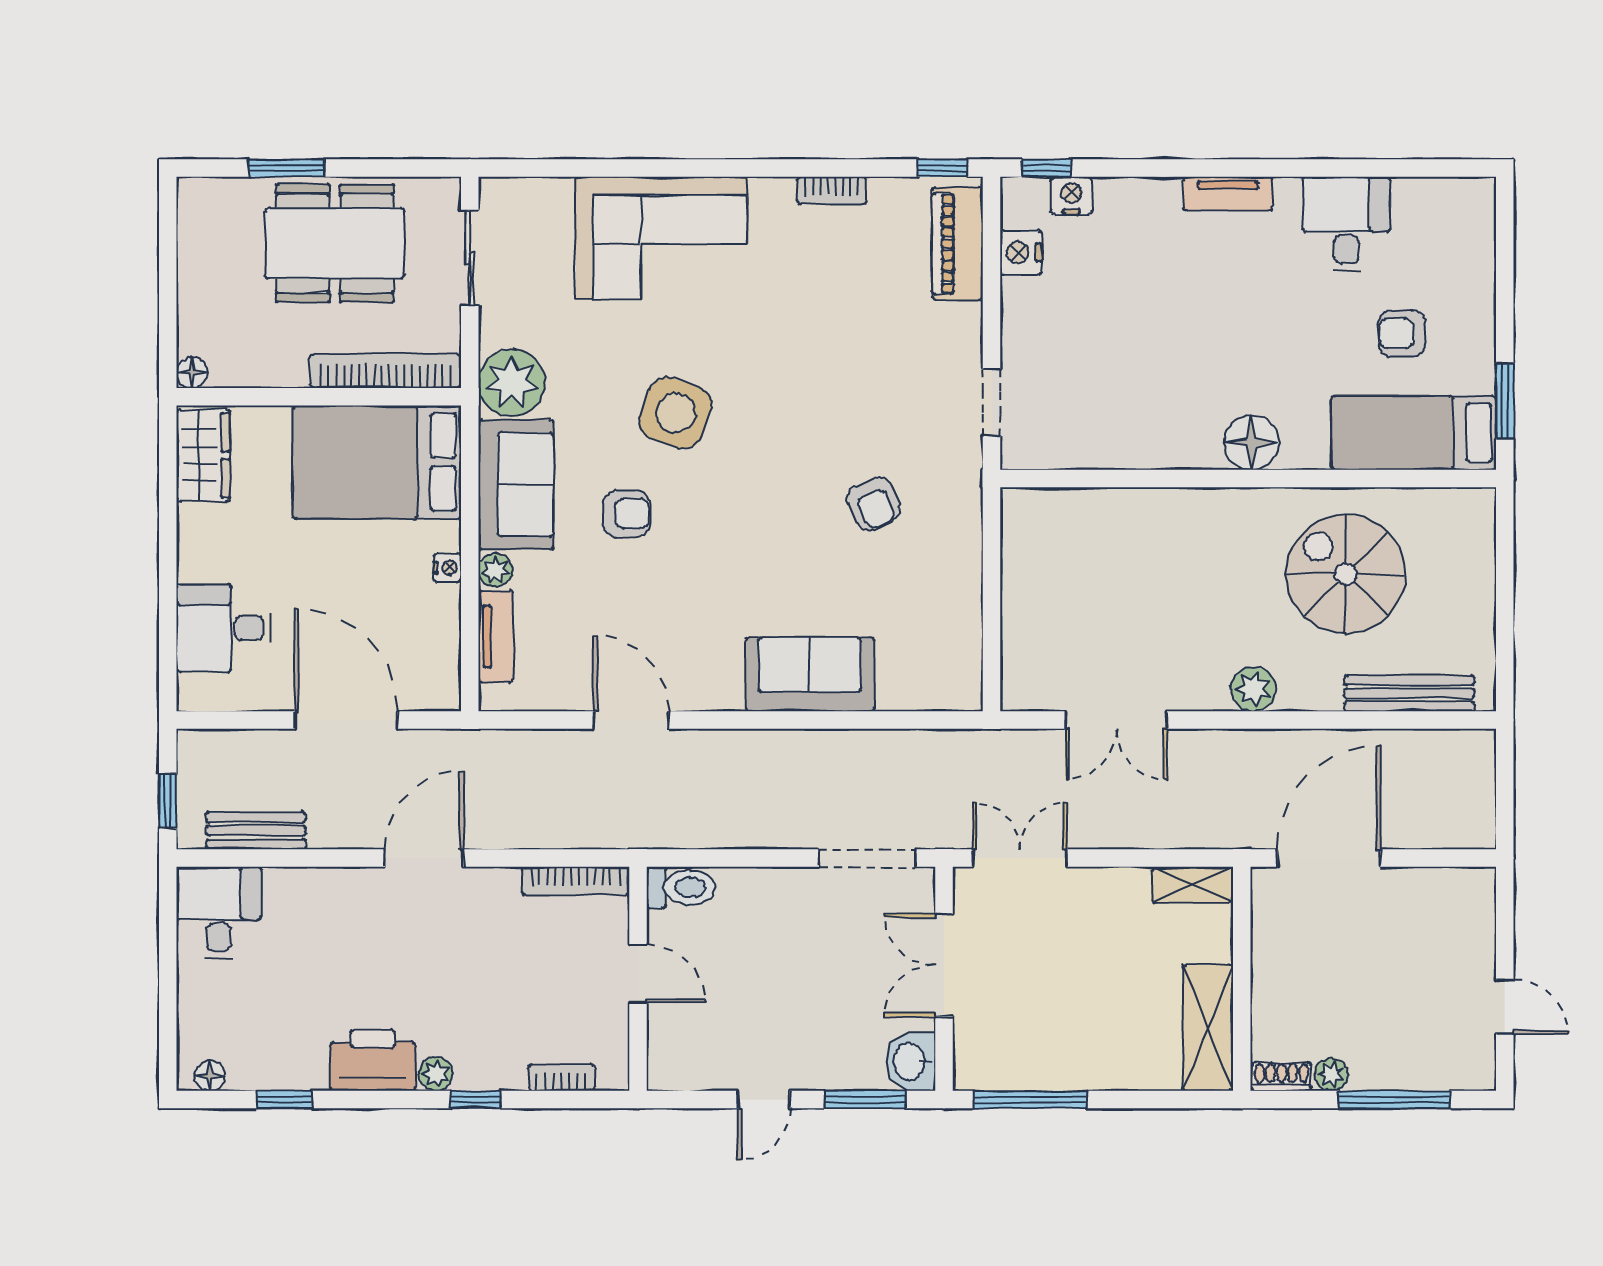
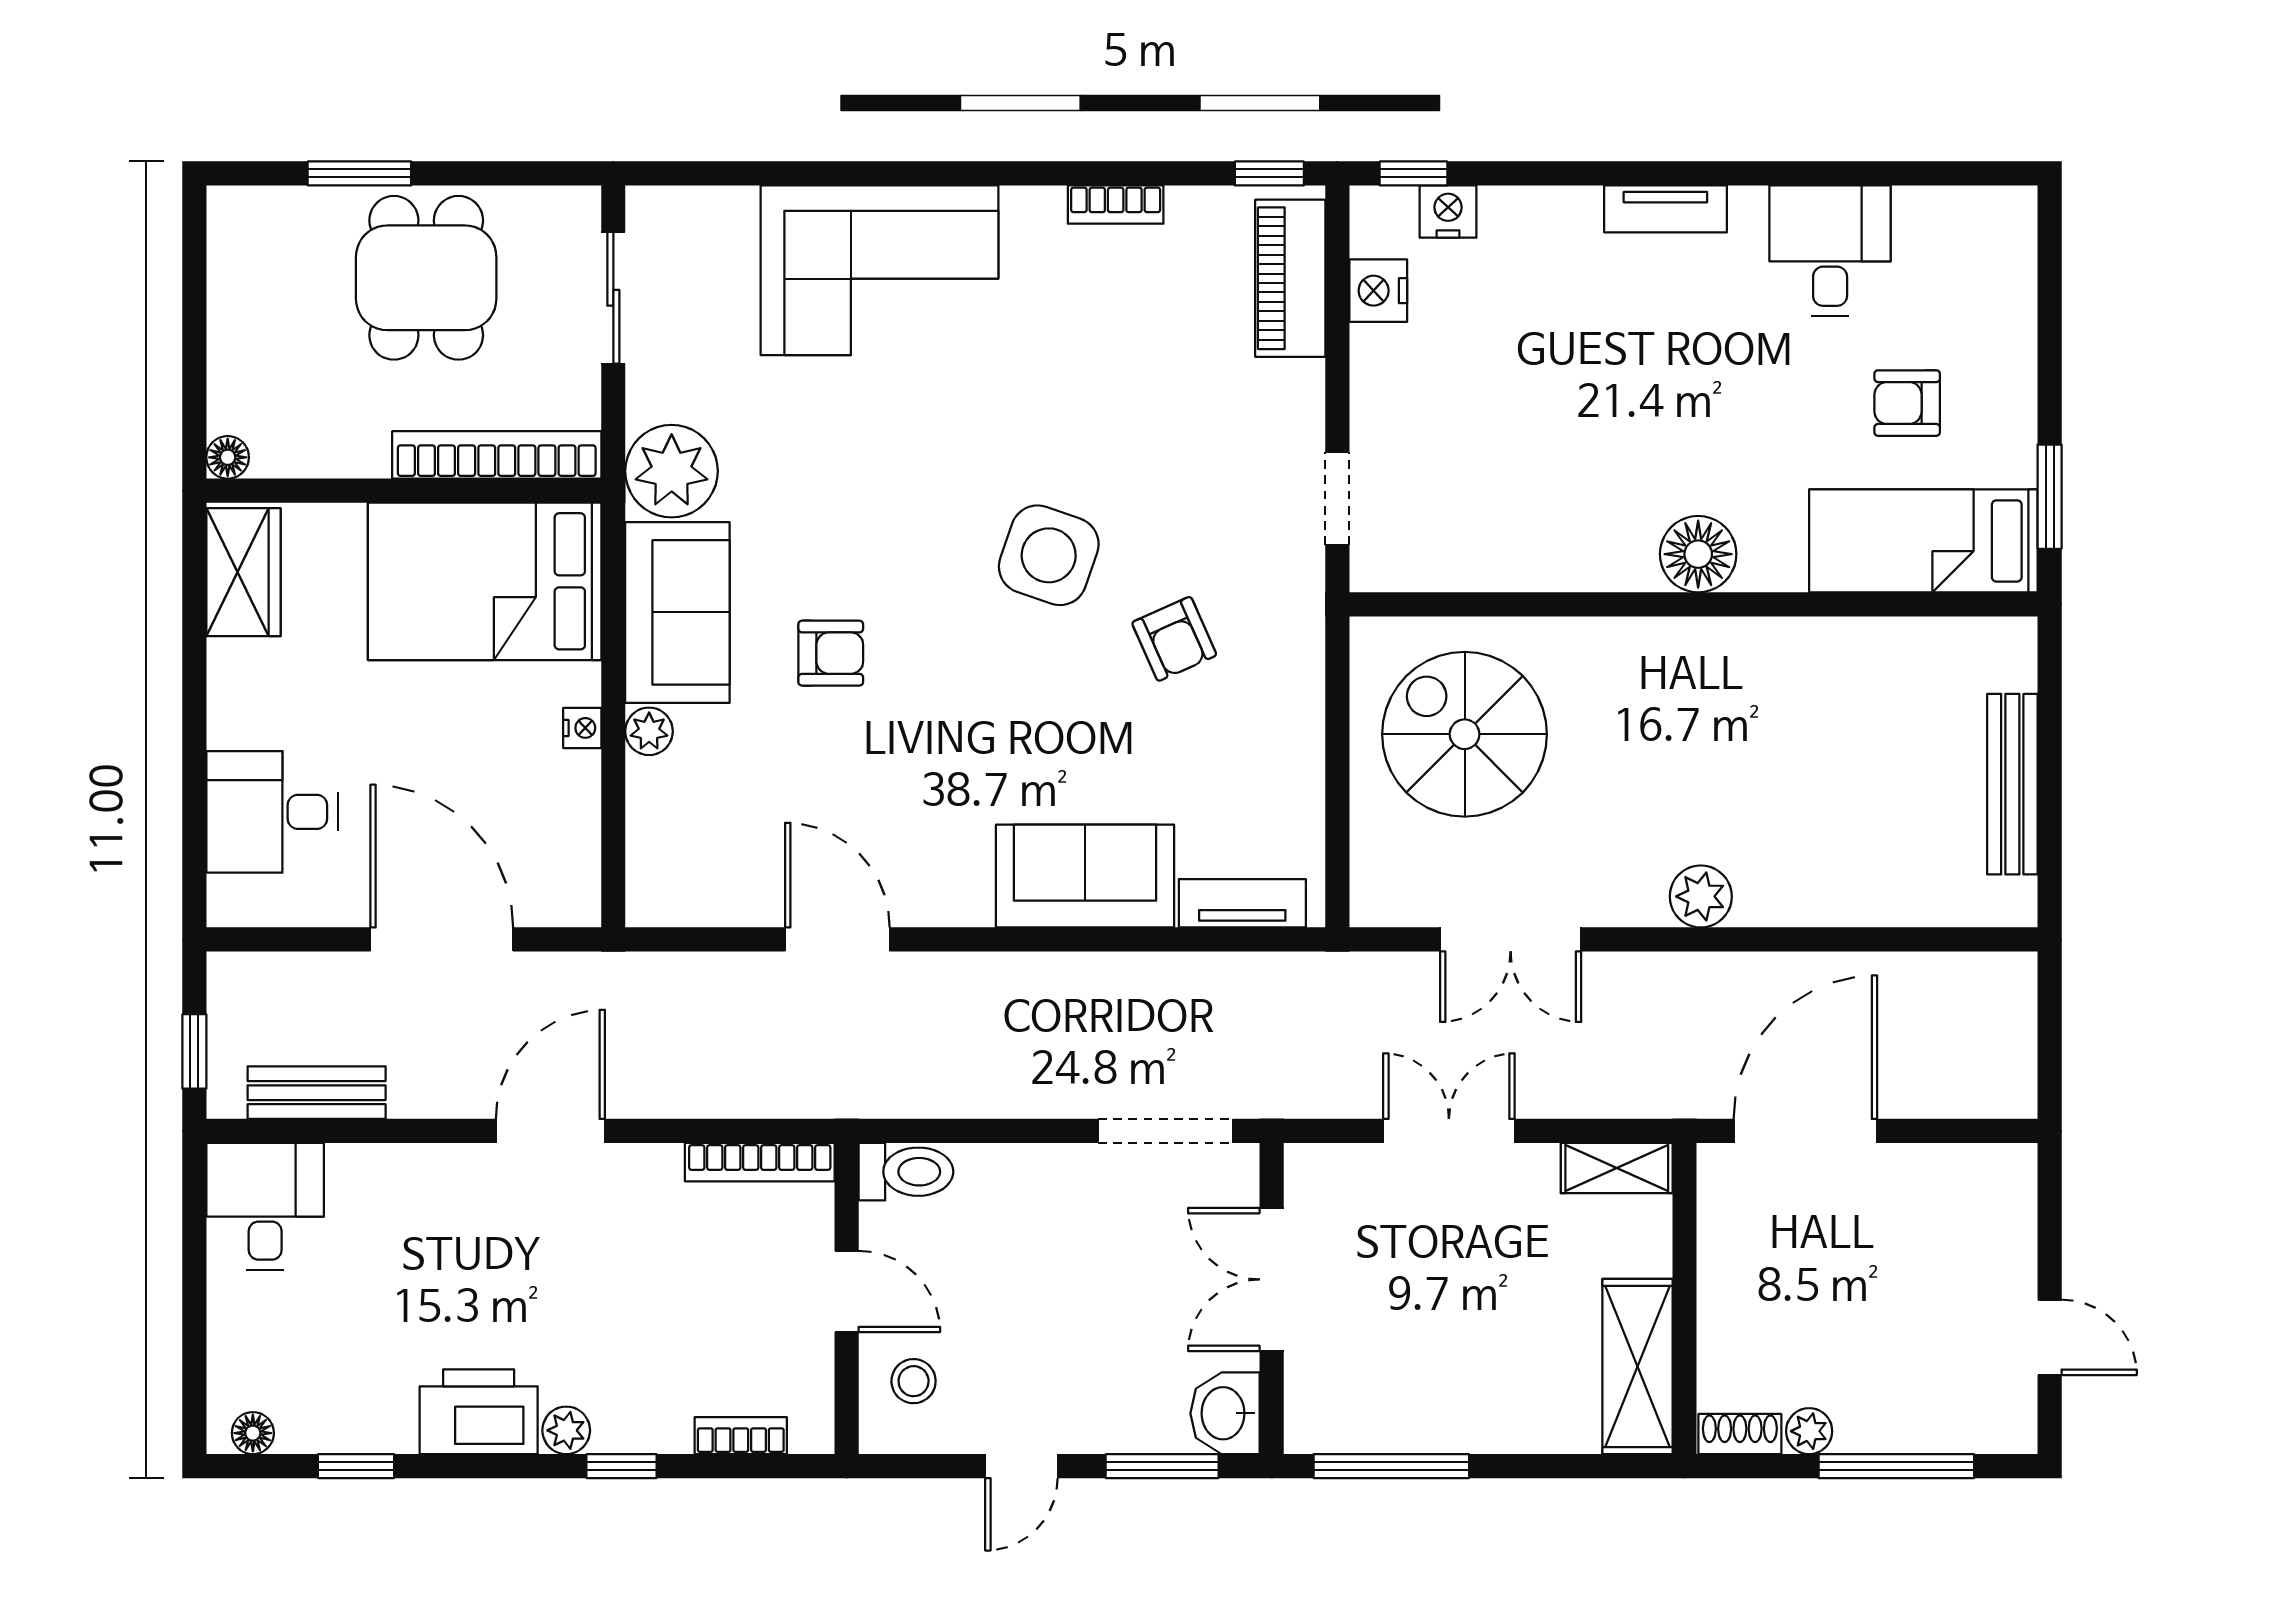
dining table: (335, 243) -> (426, 278), width x0.73
side table: (676, 413) -> (1049, 555), moved
spiral stairs: (1346, 574) -> (1465, 734), moved
tv unit: (496, 636) -> (1242, 903), moved, turned -90
bench: (1409, 693) -> (2012, 784), moved, turned 90
double door: (1020, 858) -> (1449, 1131), moved
stool: (686, 1038) -> (914, 1381), added

